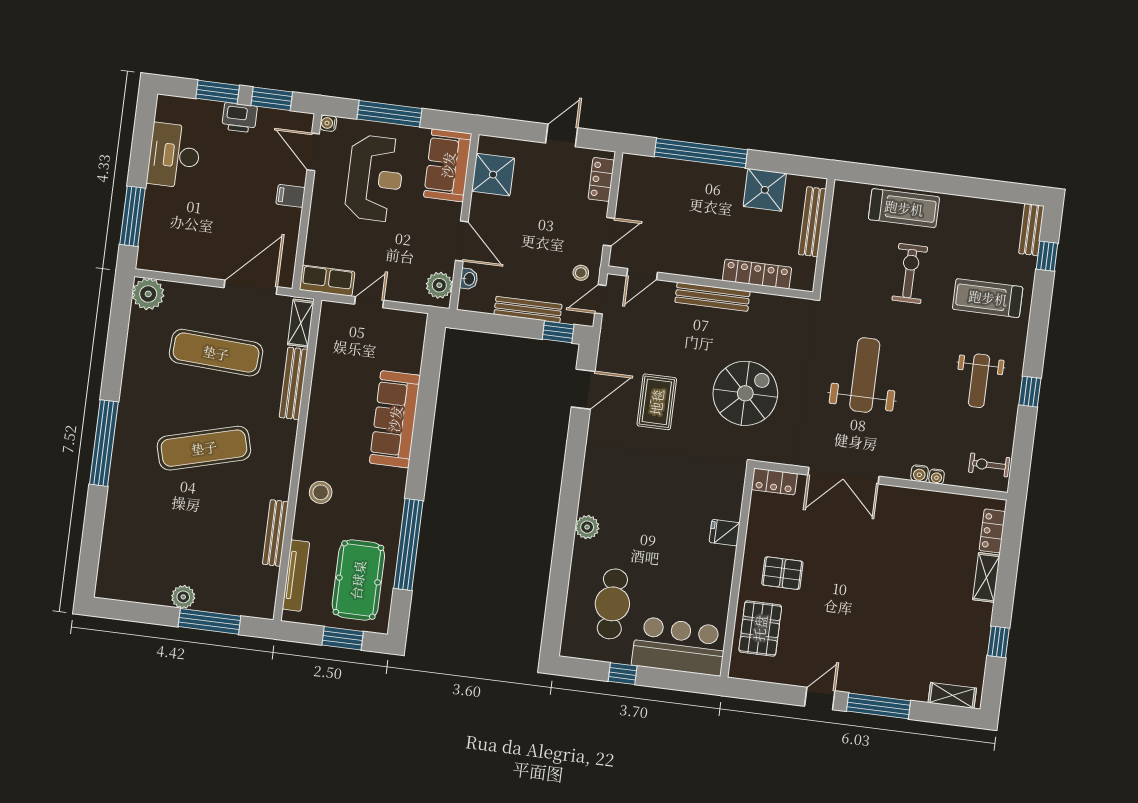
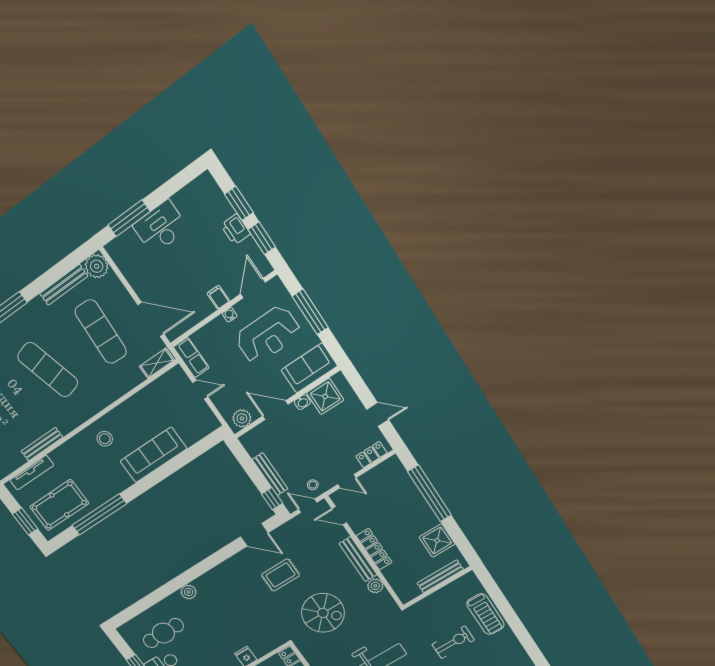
water cooler: (328, 123) -> (230, 315), moved
desk: (174, 155) -> (160, 227), moved
door: (462, 241) -> (275, 410), swing flipped
locker: (757, 274) -> (374, 549), moved
washbasin: (469, 279) -> (302, 402), moved
plant: (762, 305) -> (375, 586), added
bench: (294, 383) -> (64, 285), moved
stool: (321, 492) -> (105, 439), moved

